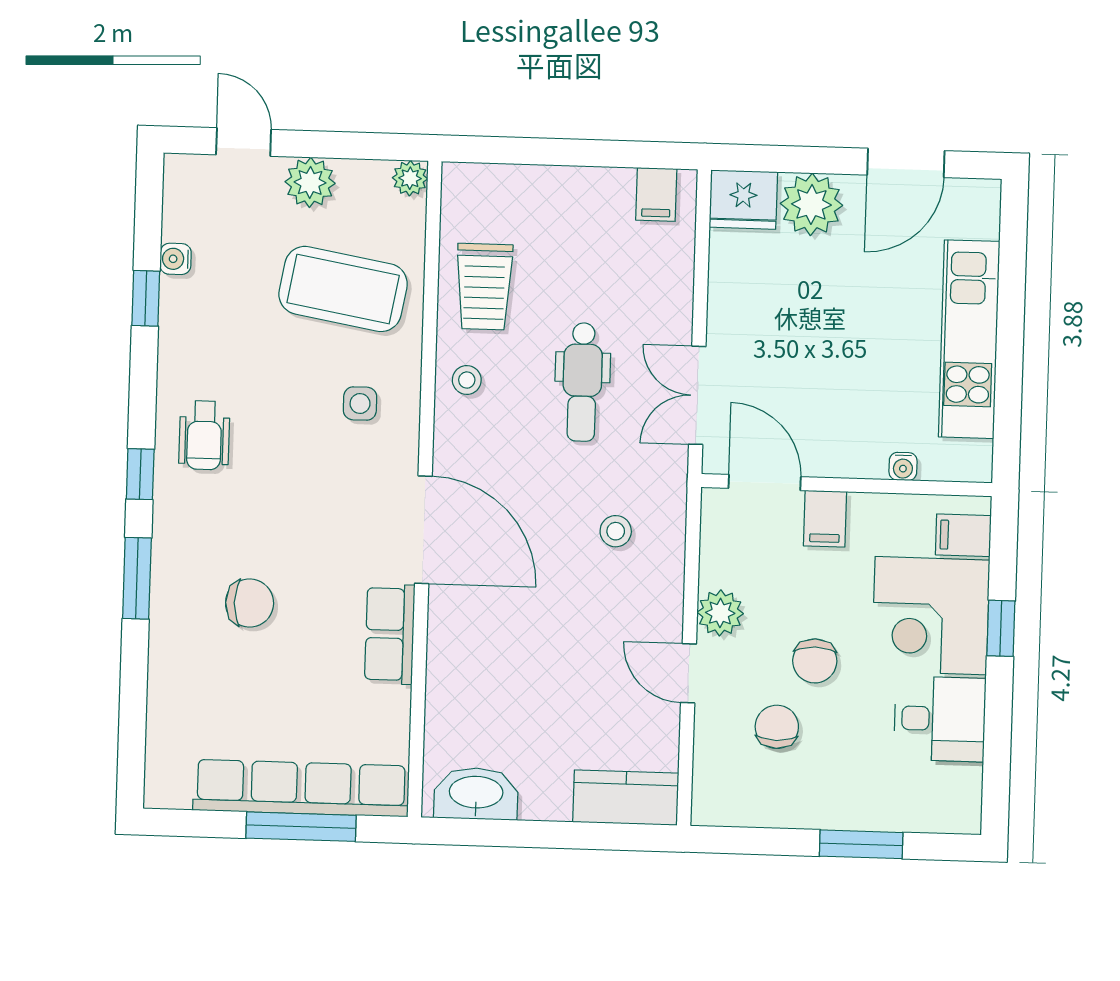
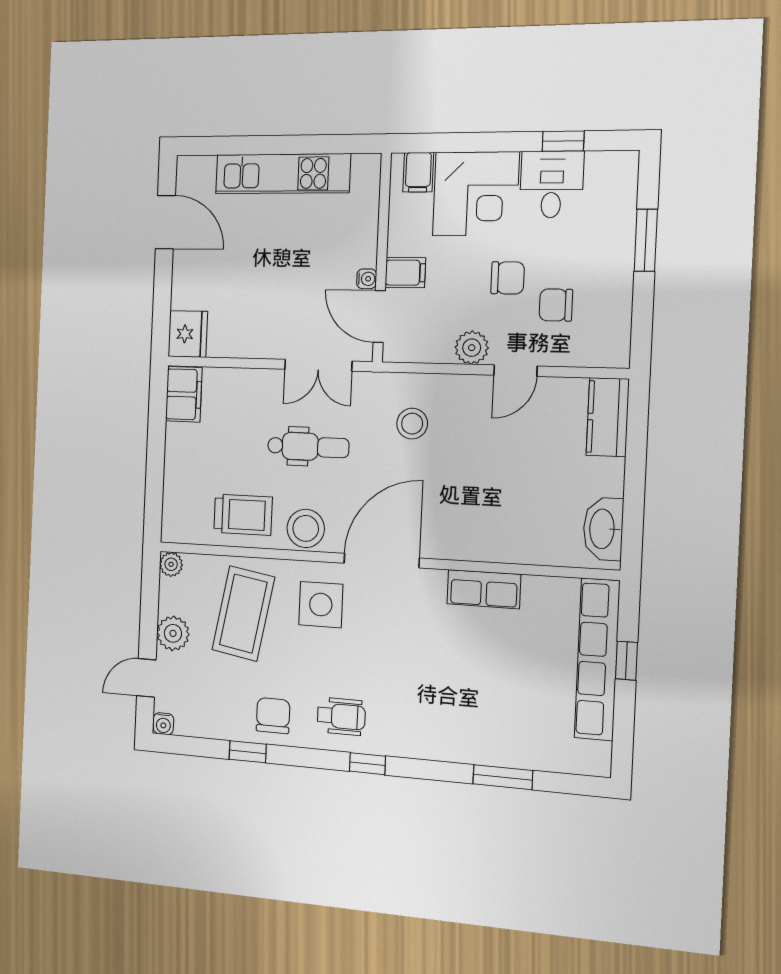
filing cabinet: (656, 194) -> (184, 394), width x2.00
plant: (811, 204) -> (192, 287), removed
water cooler: (176, 259) -> (163, 724), moved
stool: (467, 380) -> (306, 528), width x1.89, depth x1.89
side table: (360, 403) -> (321, 605), width x1.87, depth x1.87
water cooler: (903, 466) -> (367, 279), moved
door: (765, 482) -> (379, 317), hinge flipped
door: (423, 530) -> (382, 561), moved
stool: (616, 531) -> (412, 424), width x1.37, depth x1.37
window: (137, 578) -> (503, 777), moved
chair: (250, 603) -> (273, 716), moved
window: (1001, 628) -> (563, 141), moved
window: (301, 827) -> (626, 661), width x0.46

